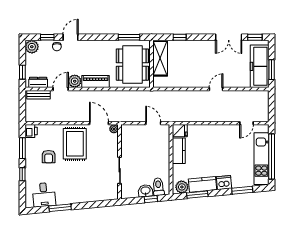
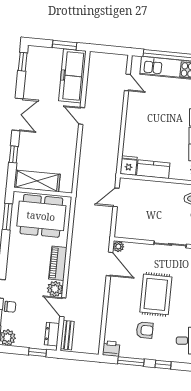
double door: (229, 37) -> (17, 114), moved
freezer: (260, 66) -> (72, 76), moved, turned 90
door: (99, 123) -> (110, 264), swing flipped
rug: (75, 144) -> (156, 294), moved, turned 90

